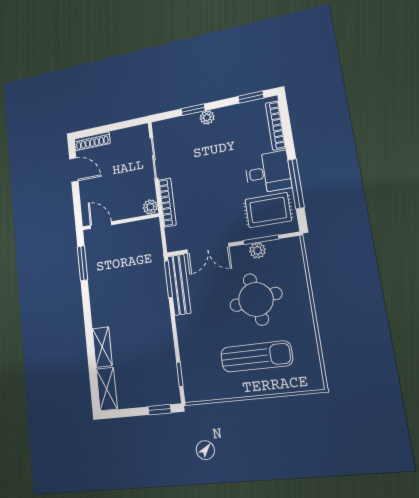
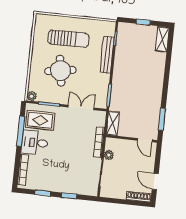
window: (251, 97) -> (43, 193), moved
plant: (207, 117) -> (62, 188), removed
plant: (150, 207) -> (109, 155), moved
plant: (258, 250) -> (32, 96), moved
bench: (179, 285) -> (107, 55), moved
shelving: (102, 347) -> (113, 123), moved
sun lounger: (256, 356) -> (68, 39), turned 180
window: (160, 410) -> (143, 22), moved

